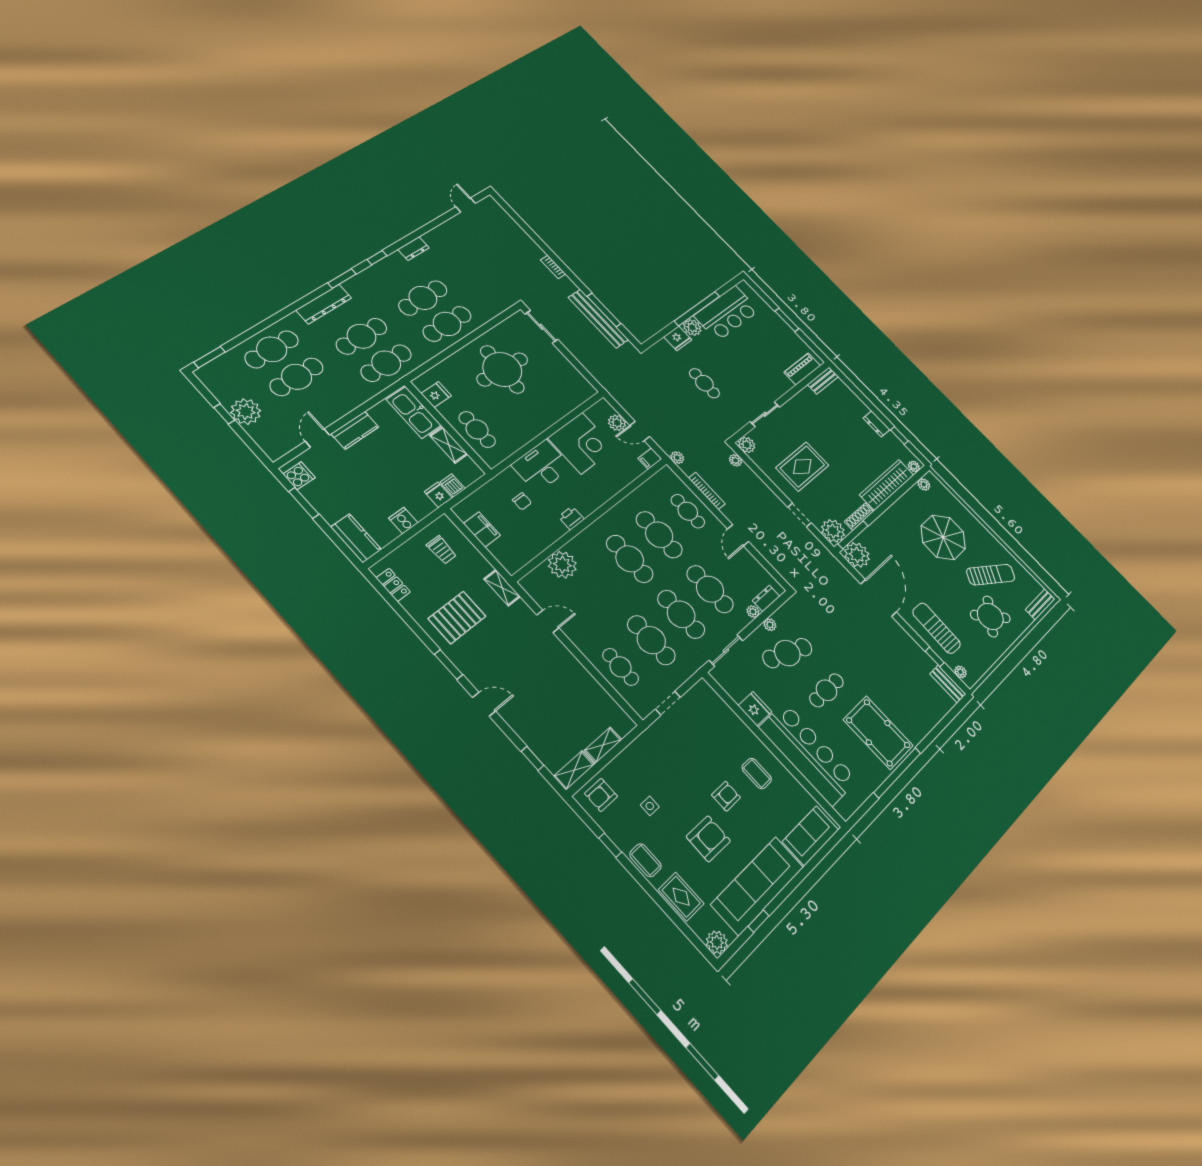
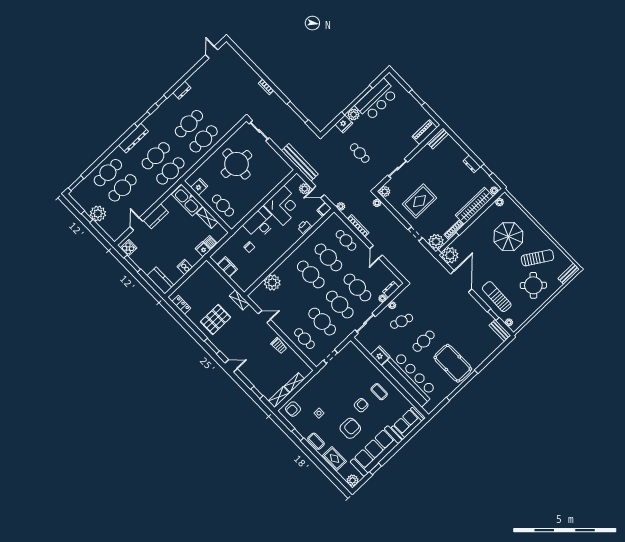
bench: (598, 319) -> (300, 162), moved
printer: (571, 518) -> (305, 227), moved
trolley: (442, 550) -> (279, 346), moved
cafe table: (787, 653) -> (402, 321), width x0.73, depth x0.74

